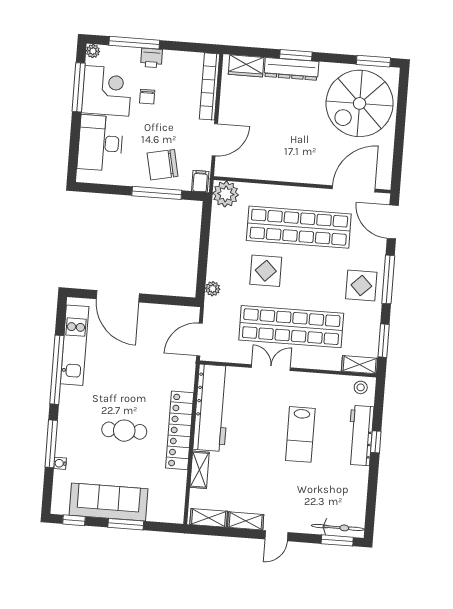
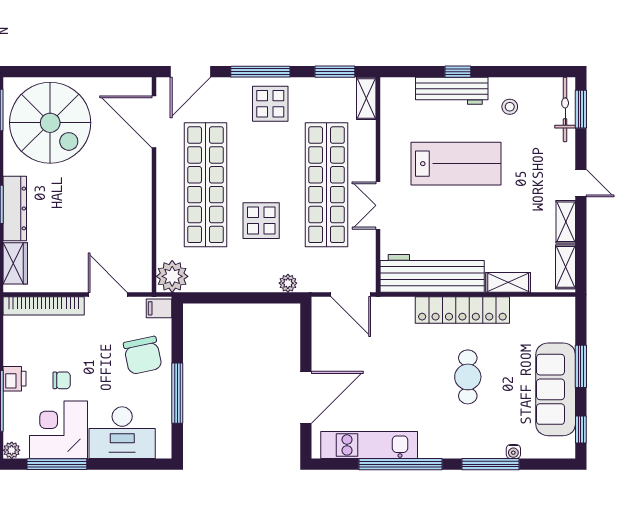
window: (157, 193) -> (177, 393), moved
stool: (361, 387) -> (510, 107), moved
lab bench: (300, 434) -> (456, 164), width x1.36, depth x1.39

